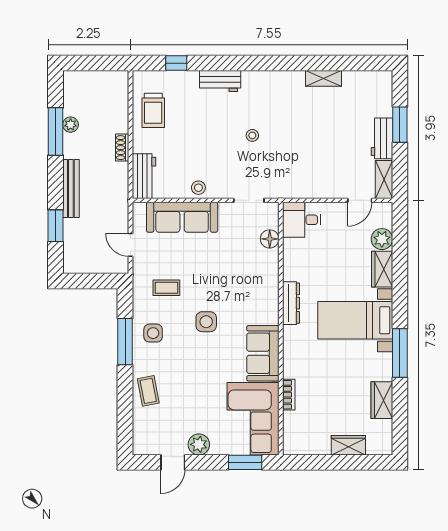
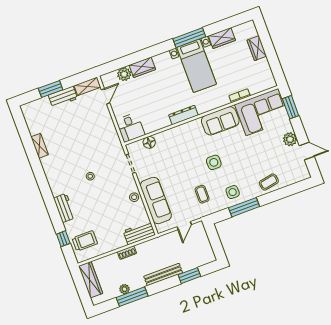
wardrobe: (102, 81) -> (91, 280), added
trolley: (153, 110) -> (85, 241), moved
door: (360, 200) -> (106, 96), hinge flipped
bed with nightstands: (355, 320) -> (197, 66), moved

